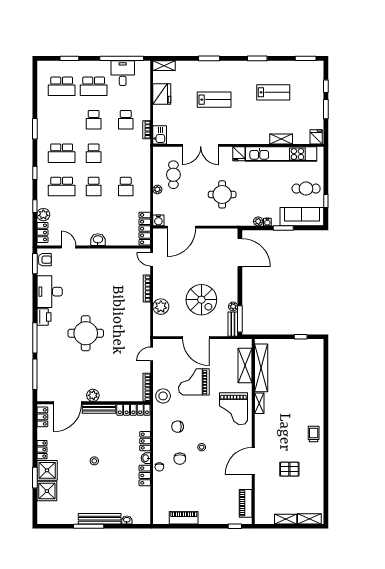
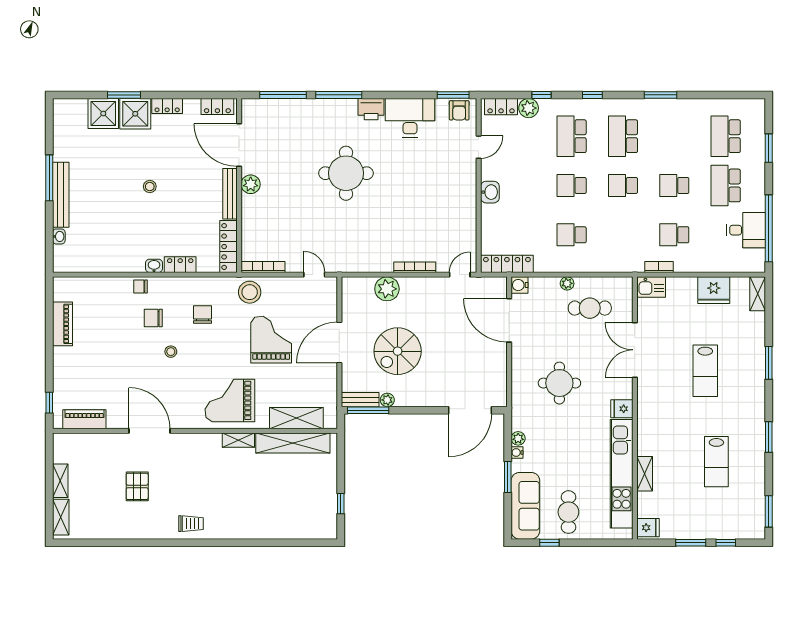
locker: (145, 475) -> (127, 264), removed

